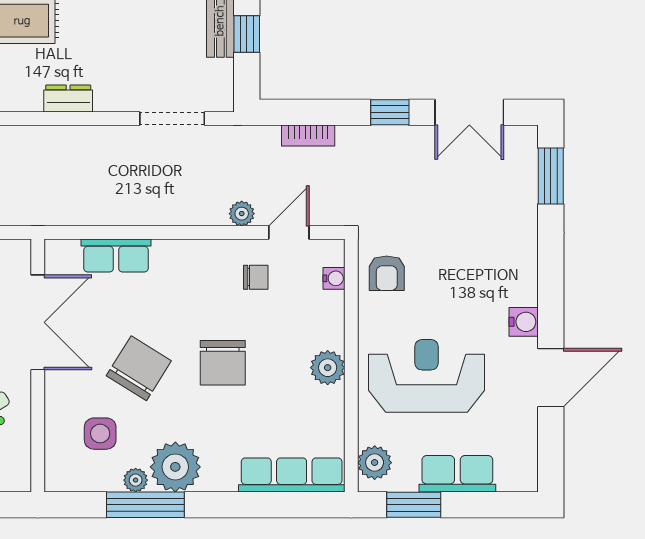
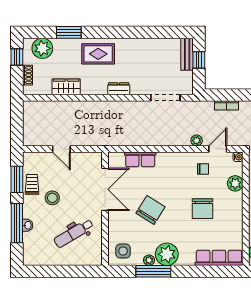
water cooler: (334, 278) -> (238, 157), moved
chair: (223, 363) -> (202, 209), moved
plant: (328, 368) -> (235, 183), moved
side table: (100, 434) -> (123, 251), moved

